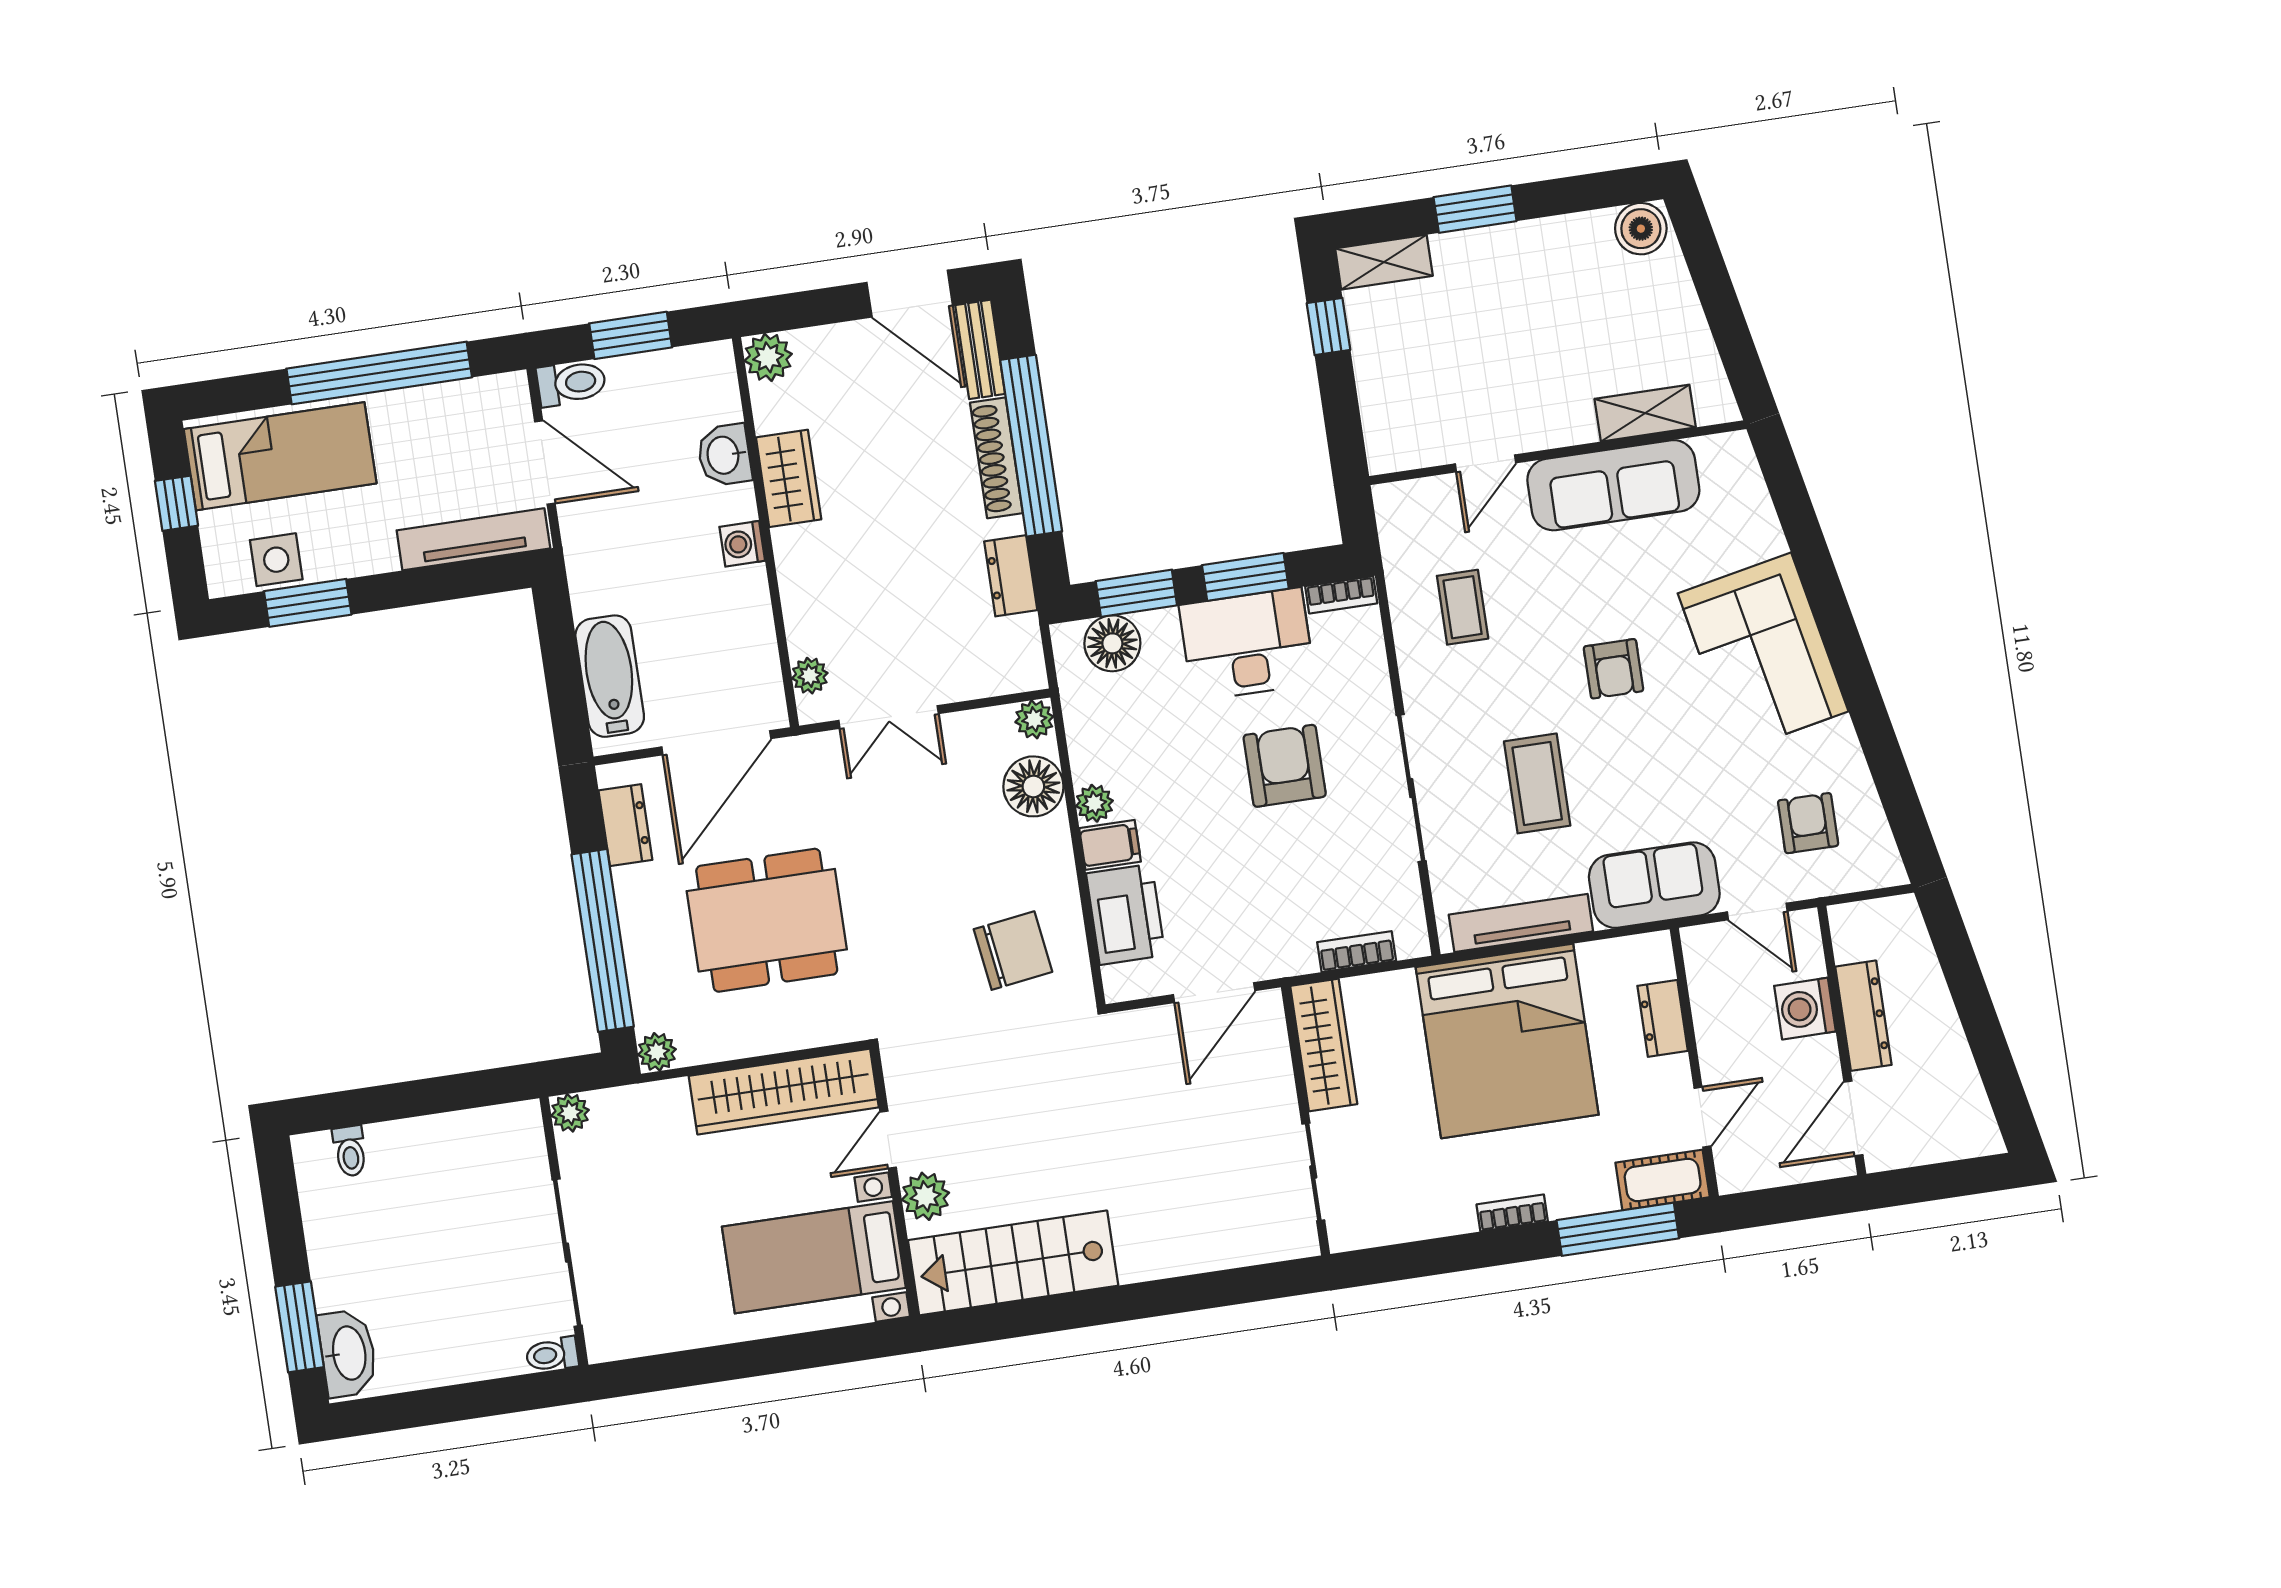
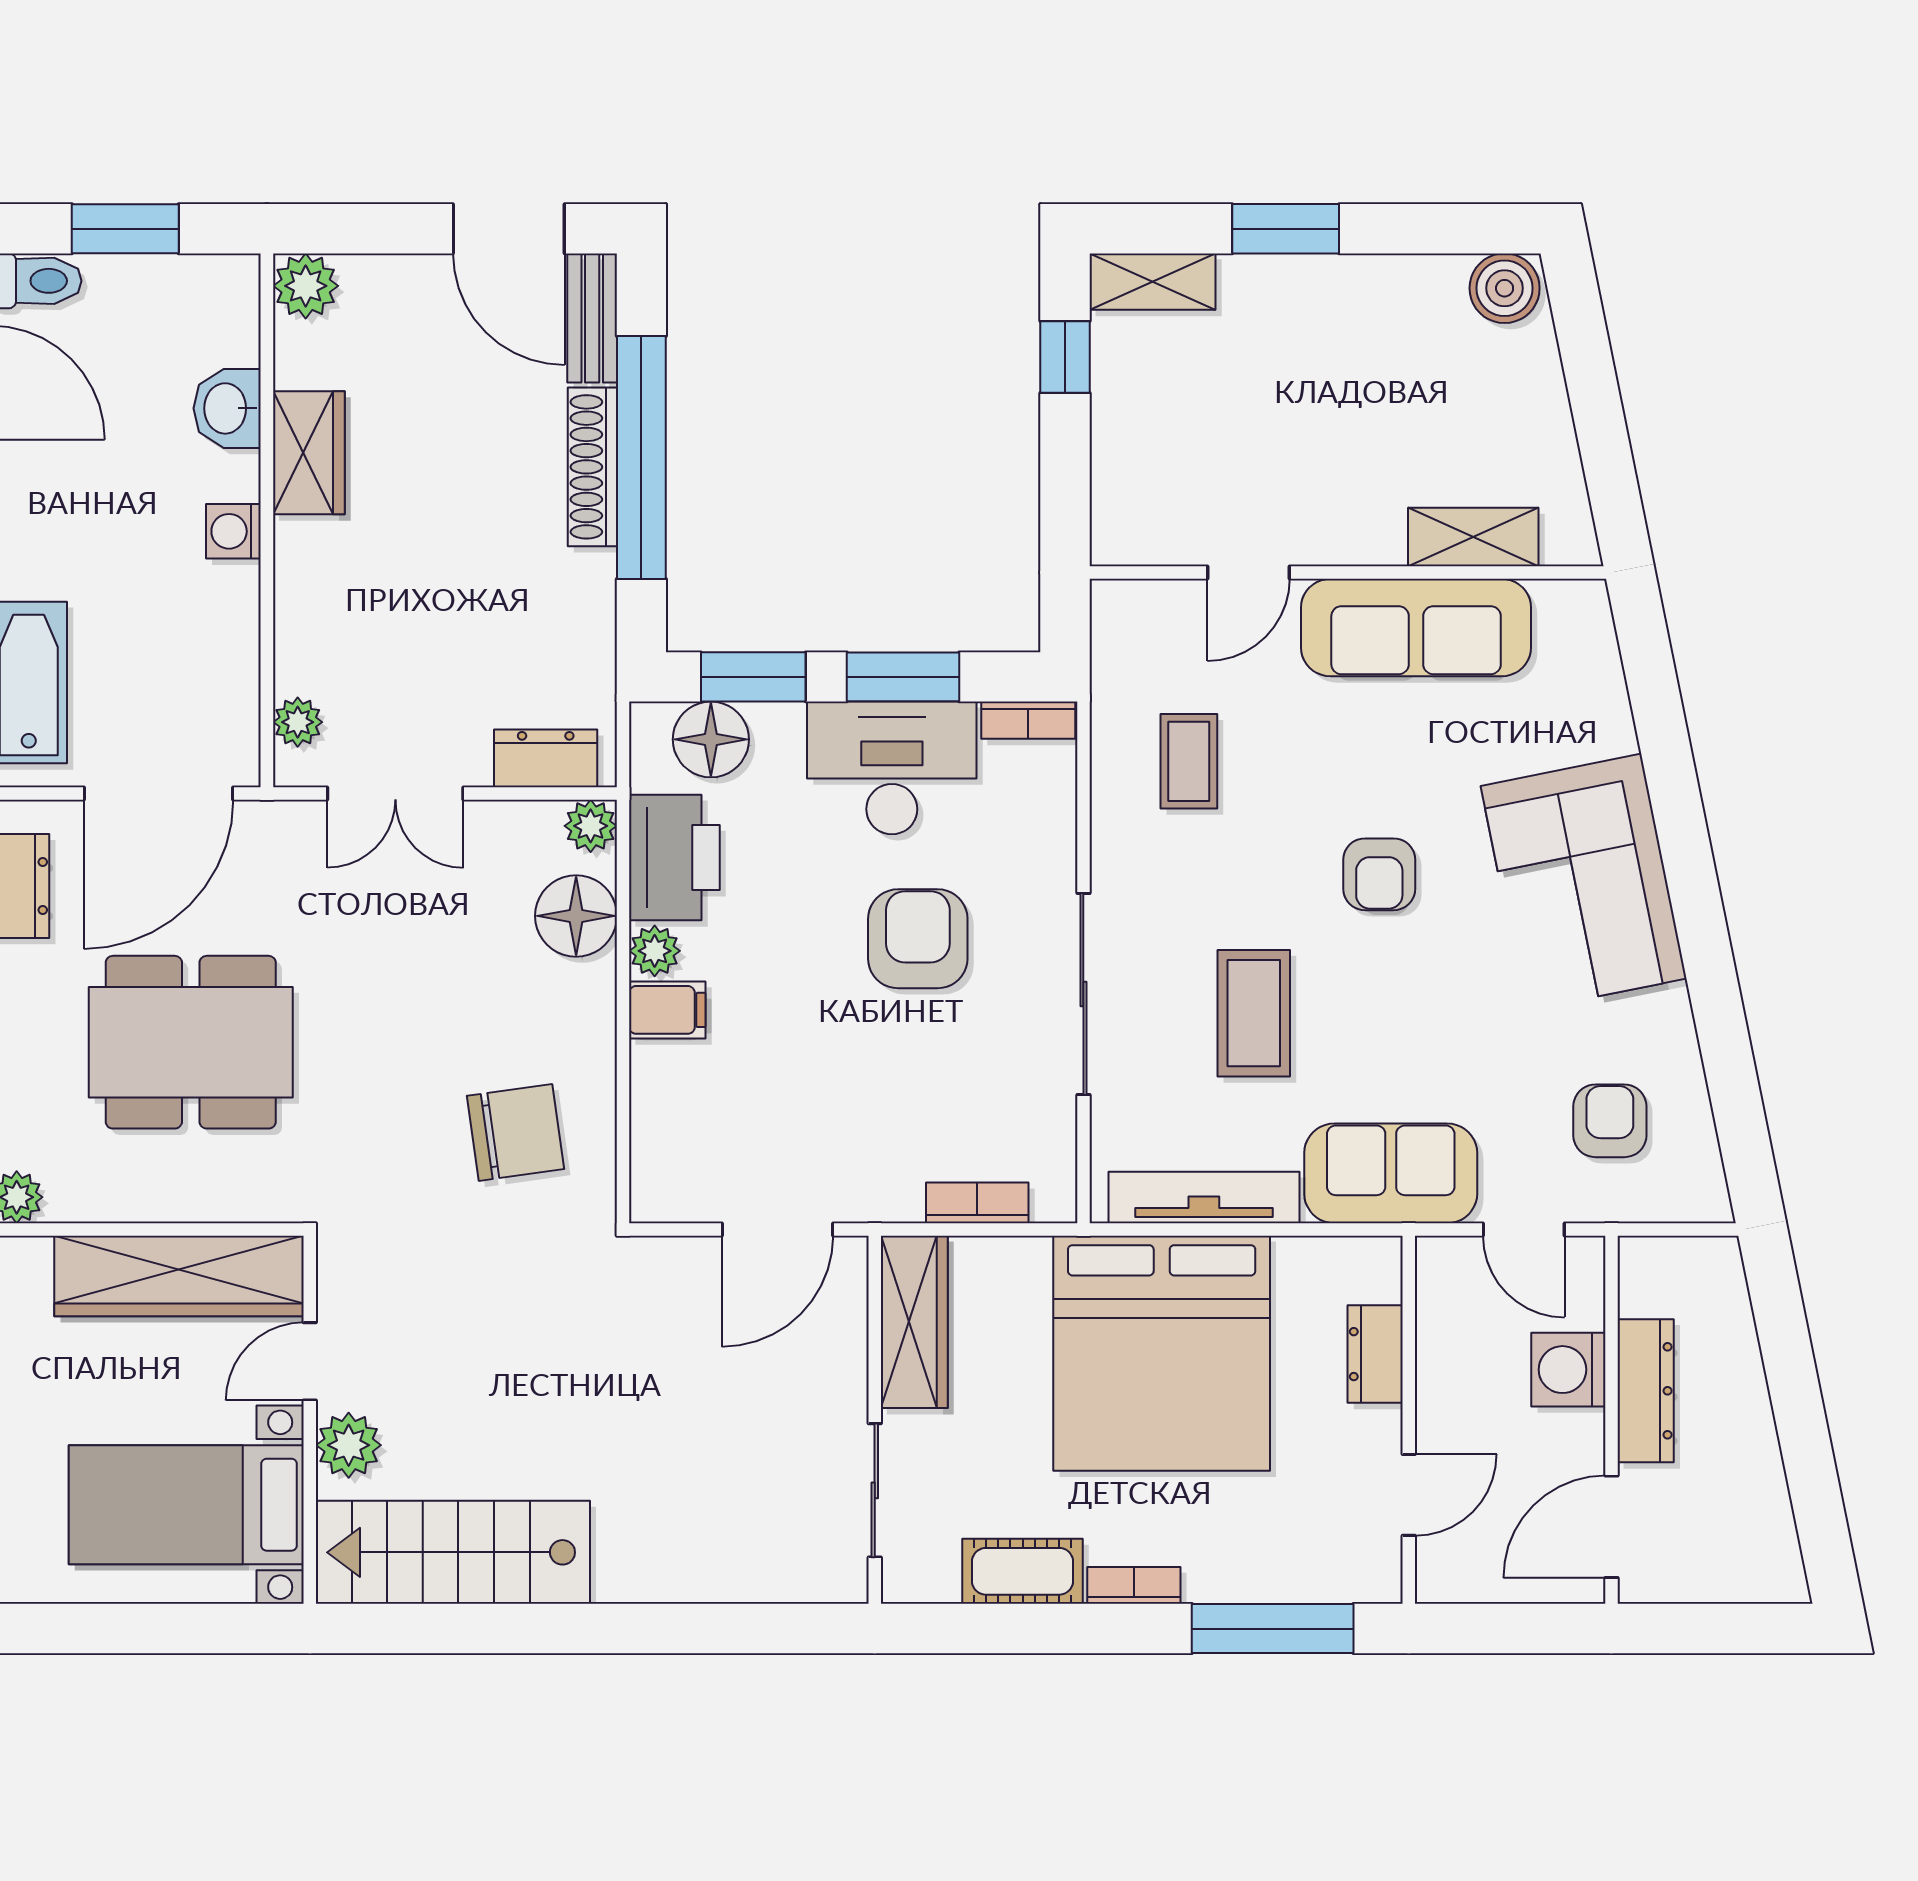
dresser: (1011, 576) -> (546, 758), moved, turned 90
printer: (1126, 914) -> (674, 858), moved
cot: (1663, 1180) -> (1023, 1571), moved

